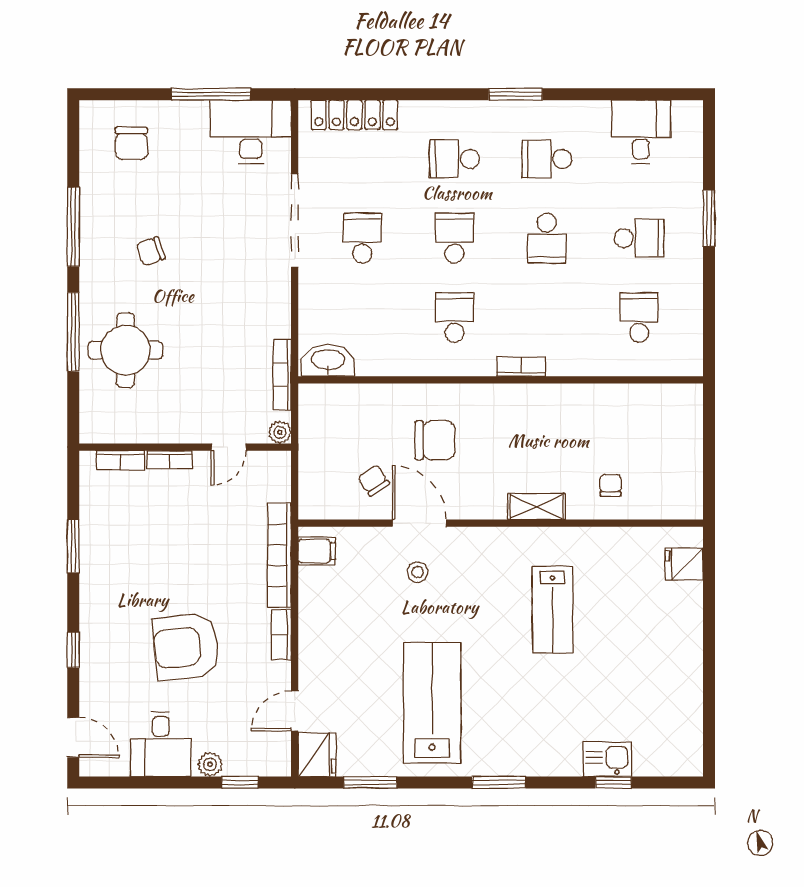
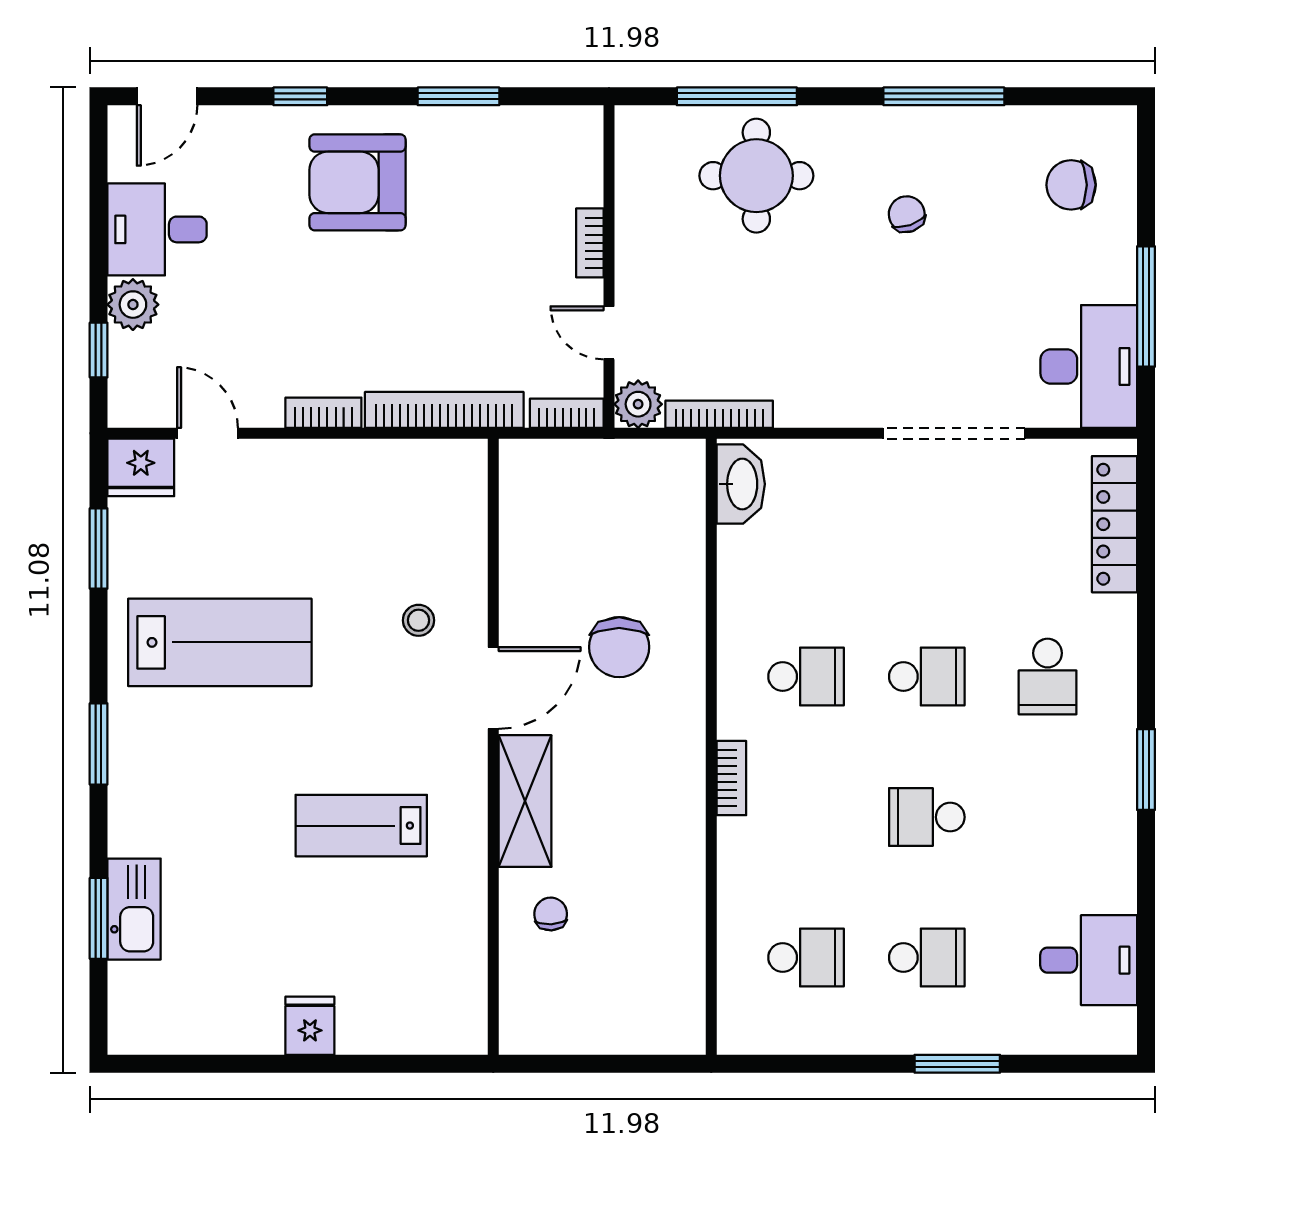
school desk: (454, 159) -> (1048, 677), turned 180
school desk: (547, 159) -> (1048, 817), removed
school desk: (362, 238) -> (927, 536), removed
school desk: (639, 238) -> (927, 957), turned -90
window: (73, 332) -> (737, 96), moved
plant: (280, 432) -> (638, 404), width x1.38, depth x1.38
bookcase: (120, 460) -> (567, 413), moved, turned 90
chair: (374, 481) -> (558, 553), removed
chair: (611, 485) -> (551, 914), turned -93
shelving: (536, 507) -> (525, 801), width x1.50, depth x1.33
door: (419, 523) -> (493, 688), moved
filing cabinet: (317, 551) -> (451, 467), removed
fridge: (684, 564) -> (310, 1026), moved
armchair: (186, 647) -> (358, 182), moved, turned -84
kitchen sink: (607, 759) -> (134, 909), width x1.38
plant: (210, 764) -> (133, 305), width x1.38, depth x1.38
window: (613, 782) -> (99, 918), width x1.50

